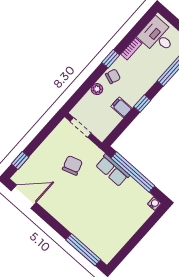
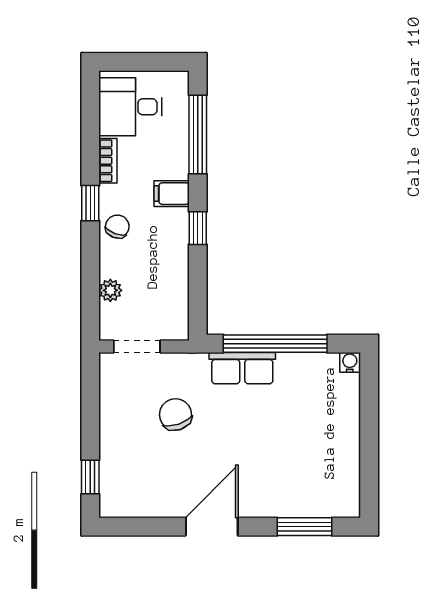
plant: (97, 89) -> (110, 290), moved
filing cabinet: (122, 107) -> (172, 194), moved
door: (24, 197) -> (212, 527), moved
window: (83, 250) -> (305, 527), width x0.69

